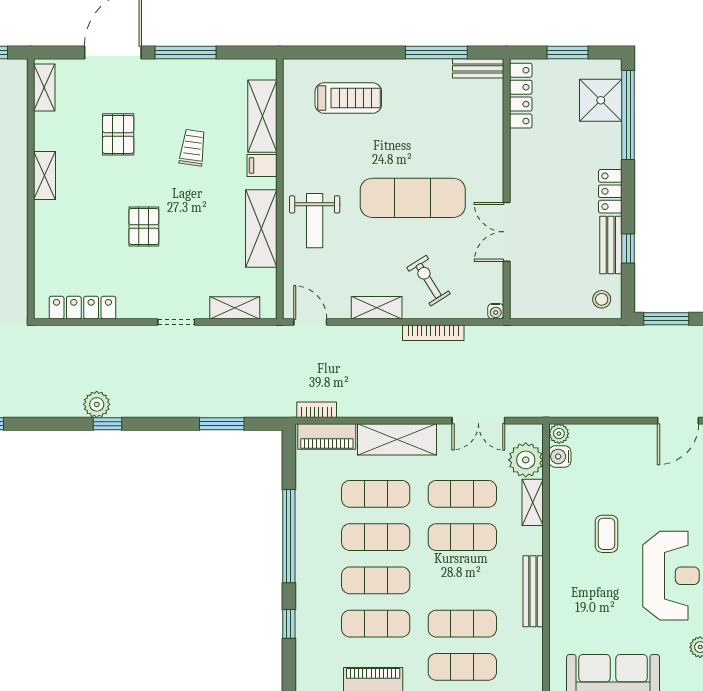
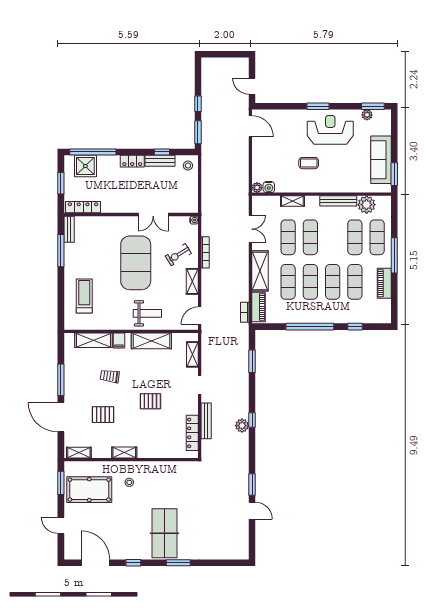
exercise mat: (413, 198) -> (136, 263), width x1.47
bench: (106, 335) -> (206, 421), added
plant: (526, 460) -> (367, 205), moved

